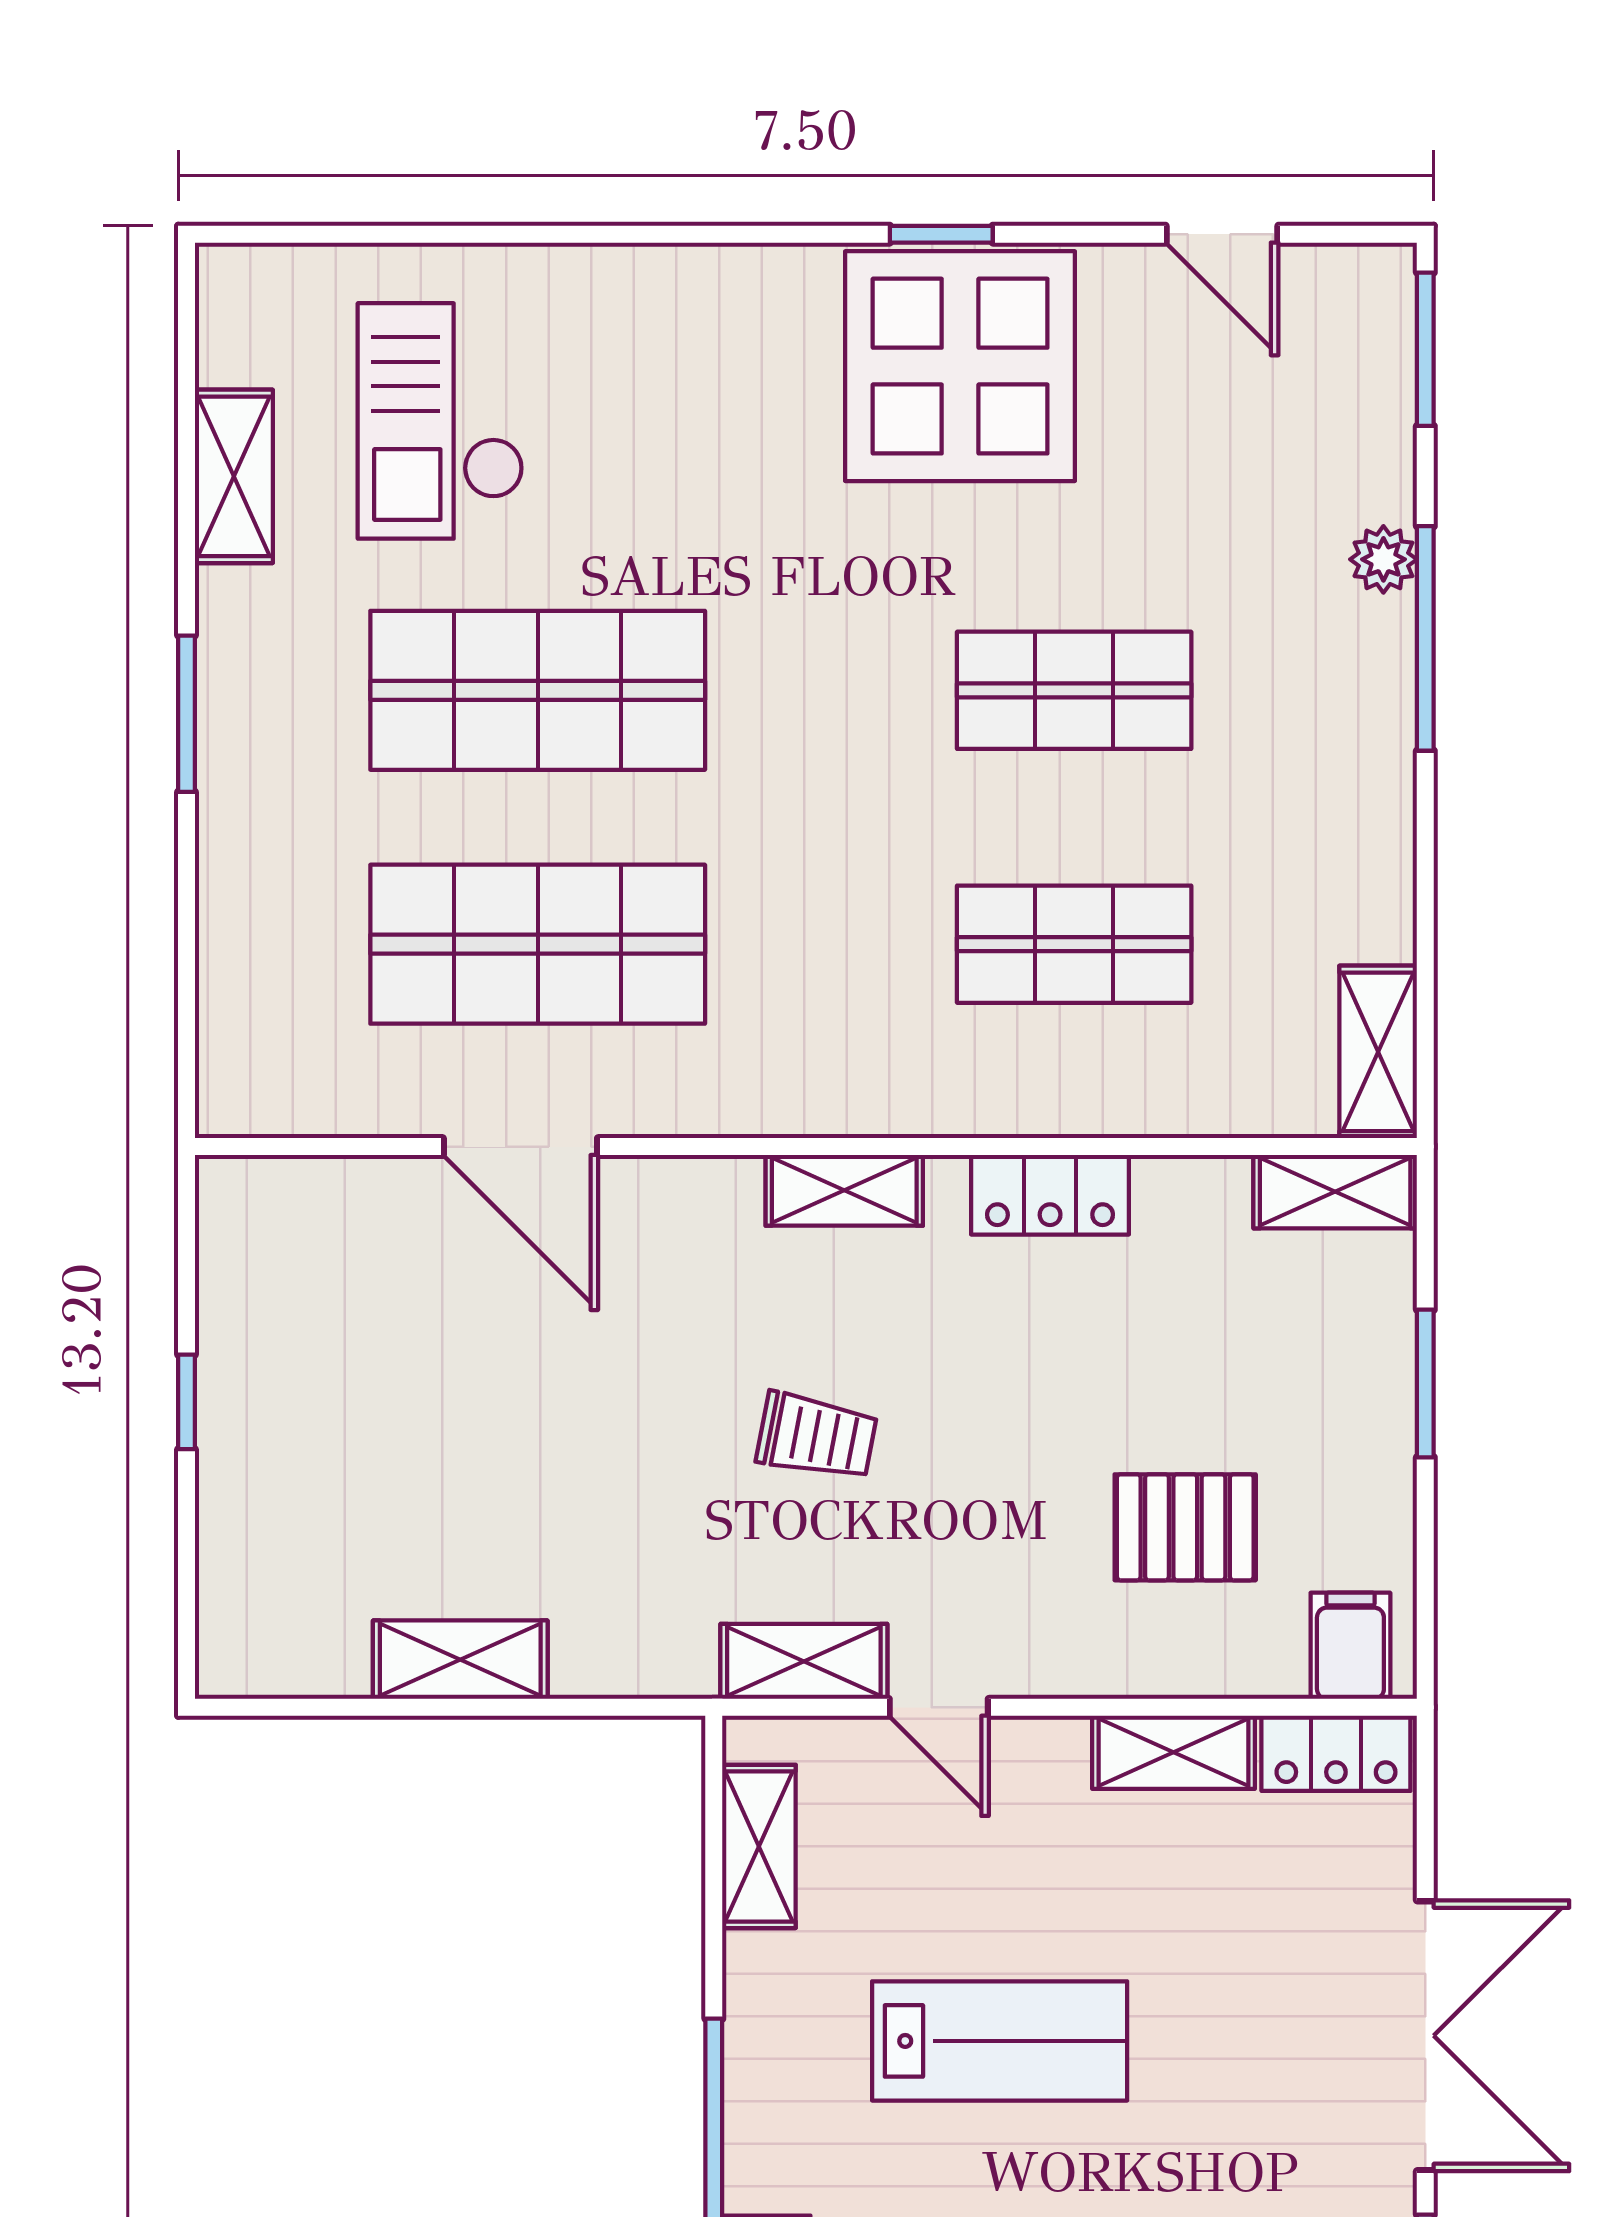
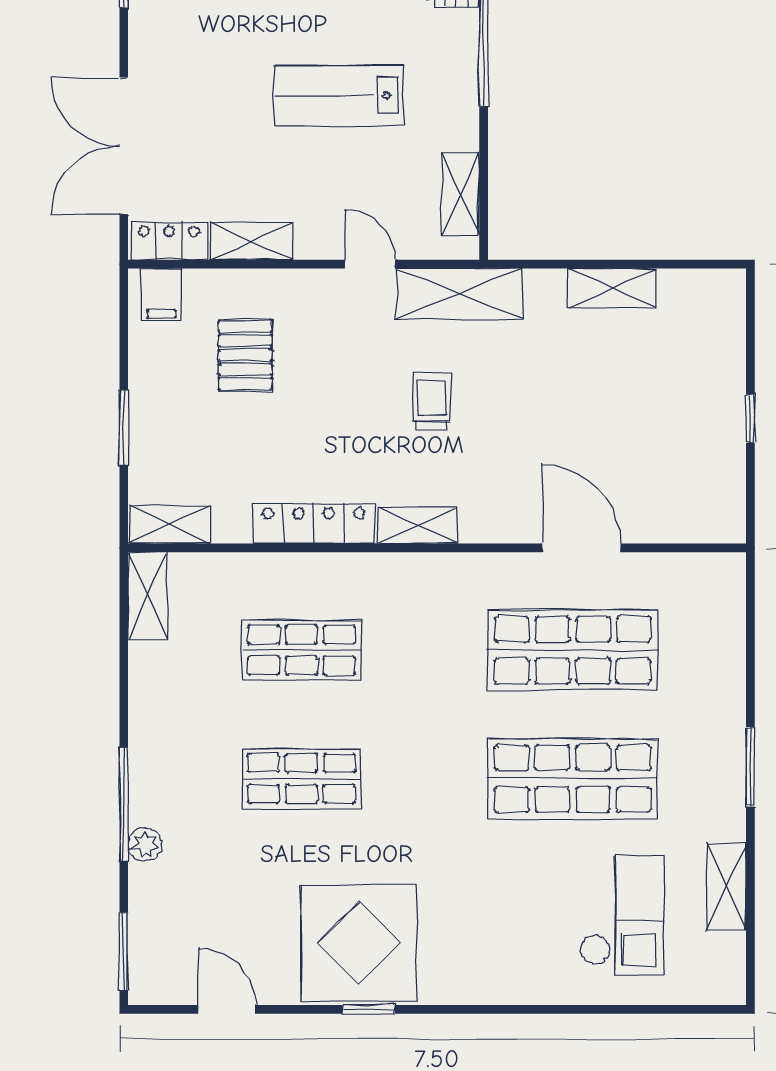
locker: (1050, 1195) -> (314, 523), width x1.53
trolley: (817, 1436) -> (432, 401), turned 79
pallet: (1185, 1527) -> (245, 355), turned 90
shelving: (804, 1661) -> (459, 294), width x1.50, depth x1.33
double door: (1425, 2036) -> (124, 146), moved

